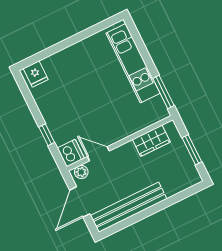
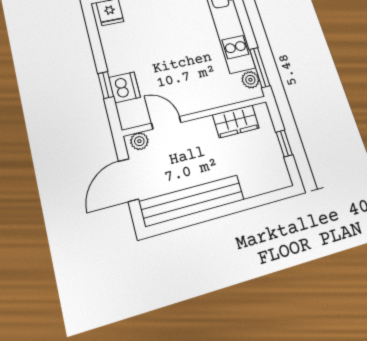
plant: (158, 104) -> (250, 80), added
window: (192, 150) -> (284, 143), width x0.67
dishwasher: (71, 153) -> (124, 87), moved

